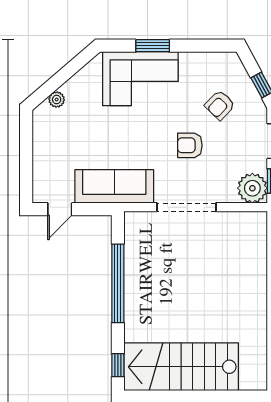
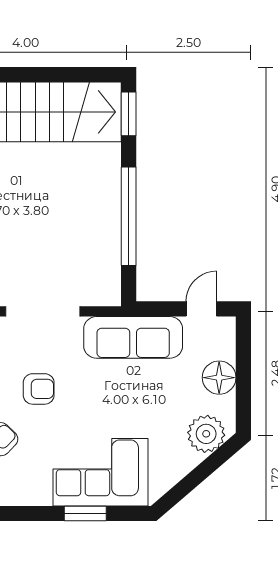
plant: (57, 100) -> (206, 434), width x1.88, depth x1.88
floor lamp: (45, 154) -> (219, 378), added
window: (118, 365) -> (129, 114), width x1.50

